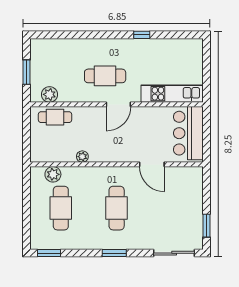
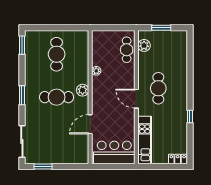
locker: (197, 51) -> (178, 159), added
plant: (53, 174) -> (83, 90), moved
cafe table: (61, 208) -> (57, 54), turned 90

